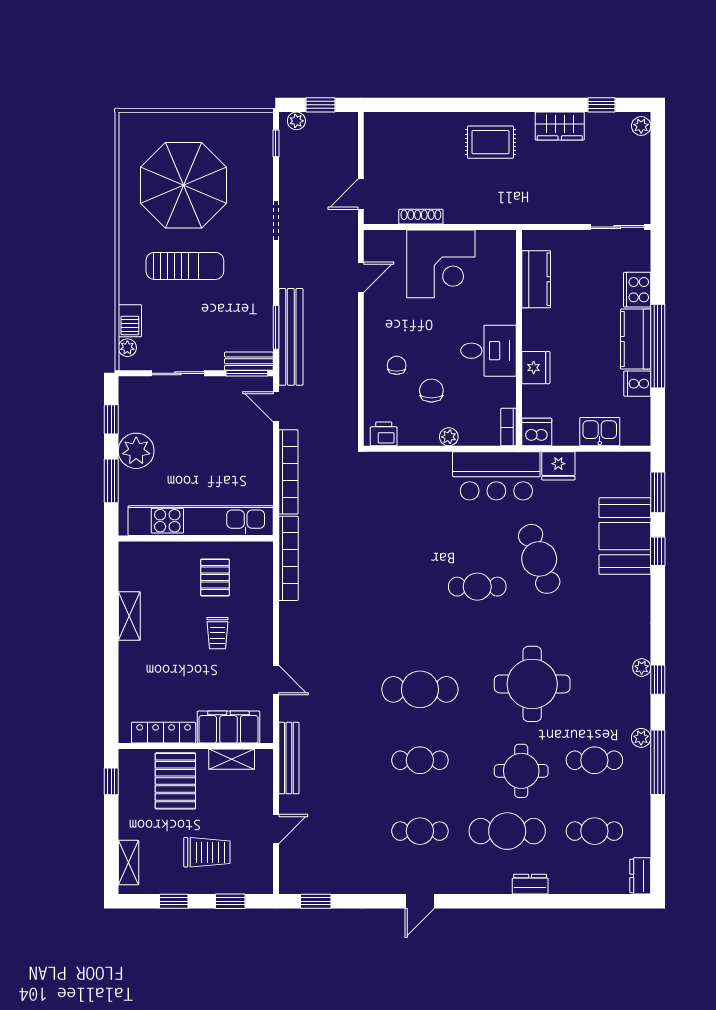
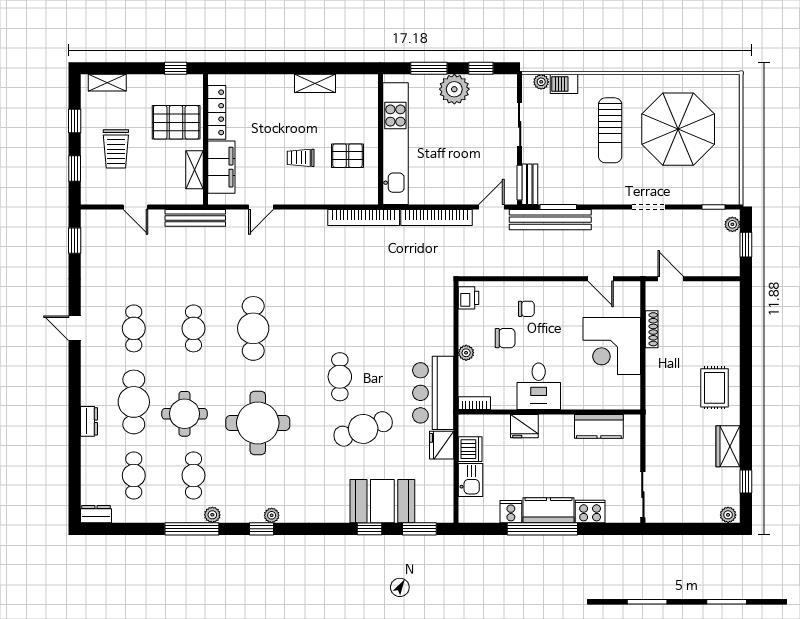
dishwasher: (537, 432) -> (470, 449), moved

